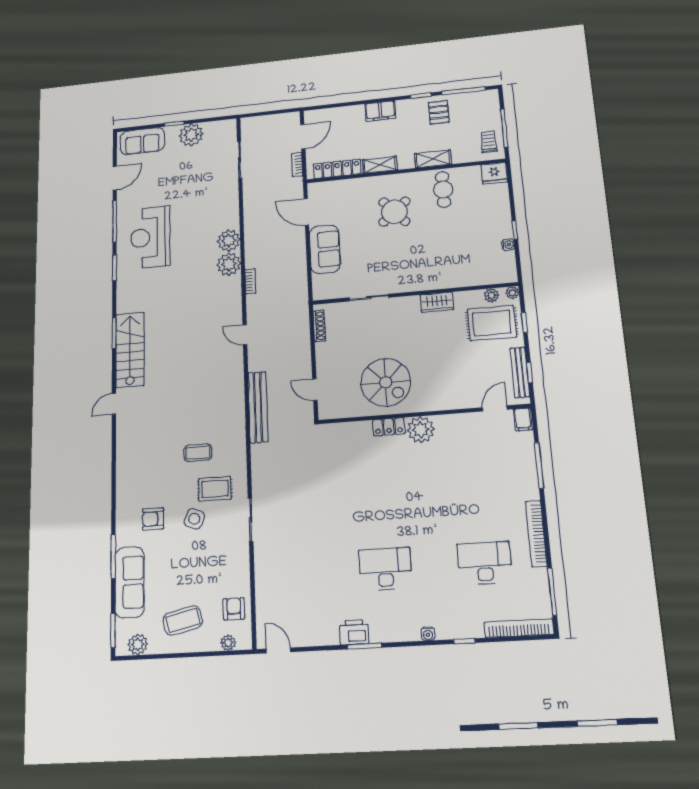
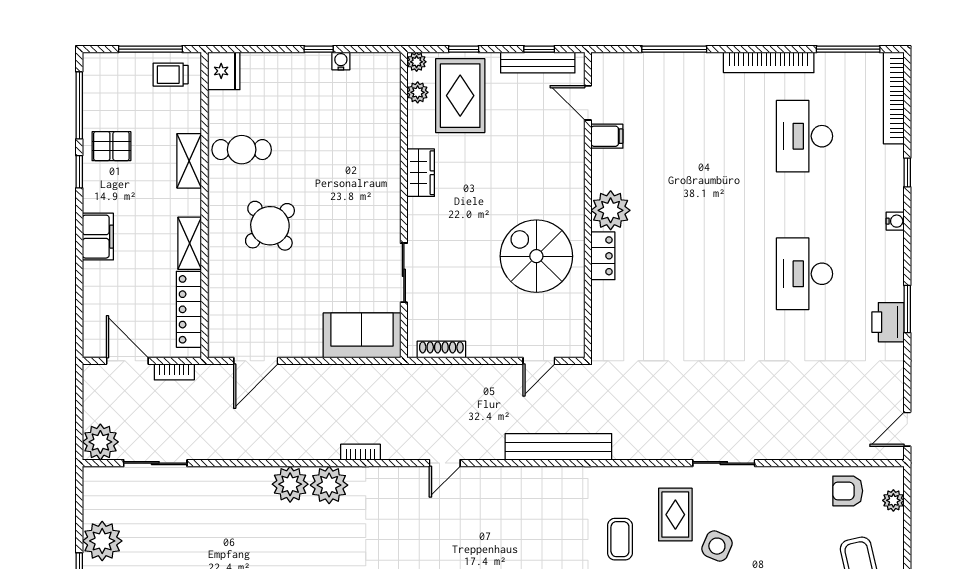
plant: (252, 127) -> (100, 442), added
sofa: (325, 249) -> (362, 335), moved
spiral stairs: (386, 382) -> (536, 256), turned -90
filing cabinet: (523, 419) -> (607, 136), moved

